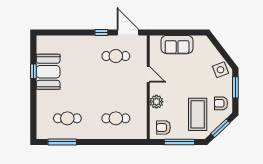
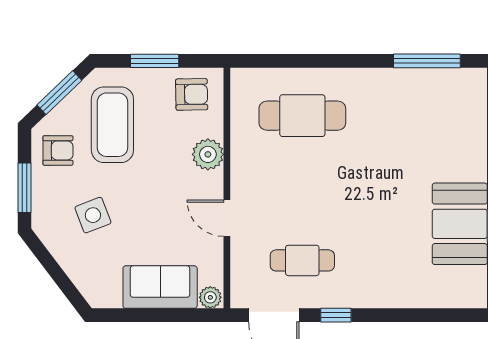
plant: (155, 40) -> (210, 297), added
side table: (221, 70) -> (93, 215), moved
cafe table: (67, 118) -> (415, 116), removed
cafe table: (116, 118) -> (302, 116), width x1.37, depth x1.35
window: (179, 142) -> (155, 61), width x0.69

